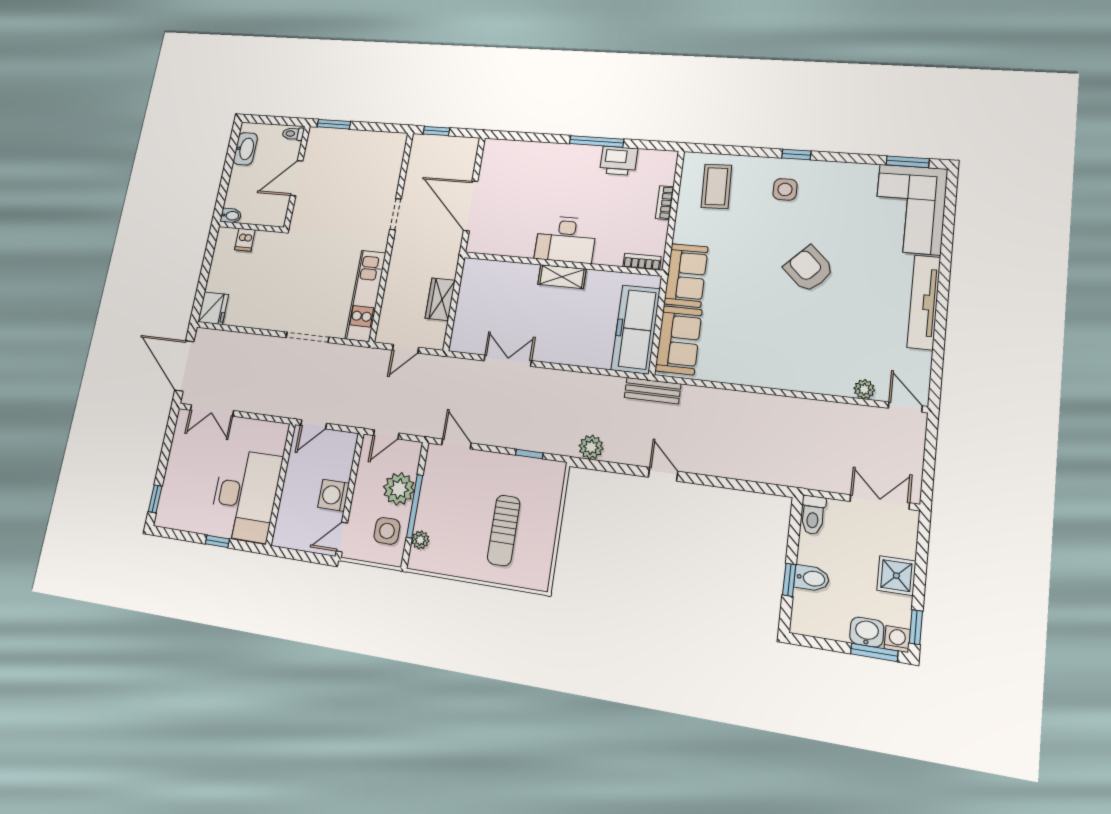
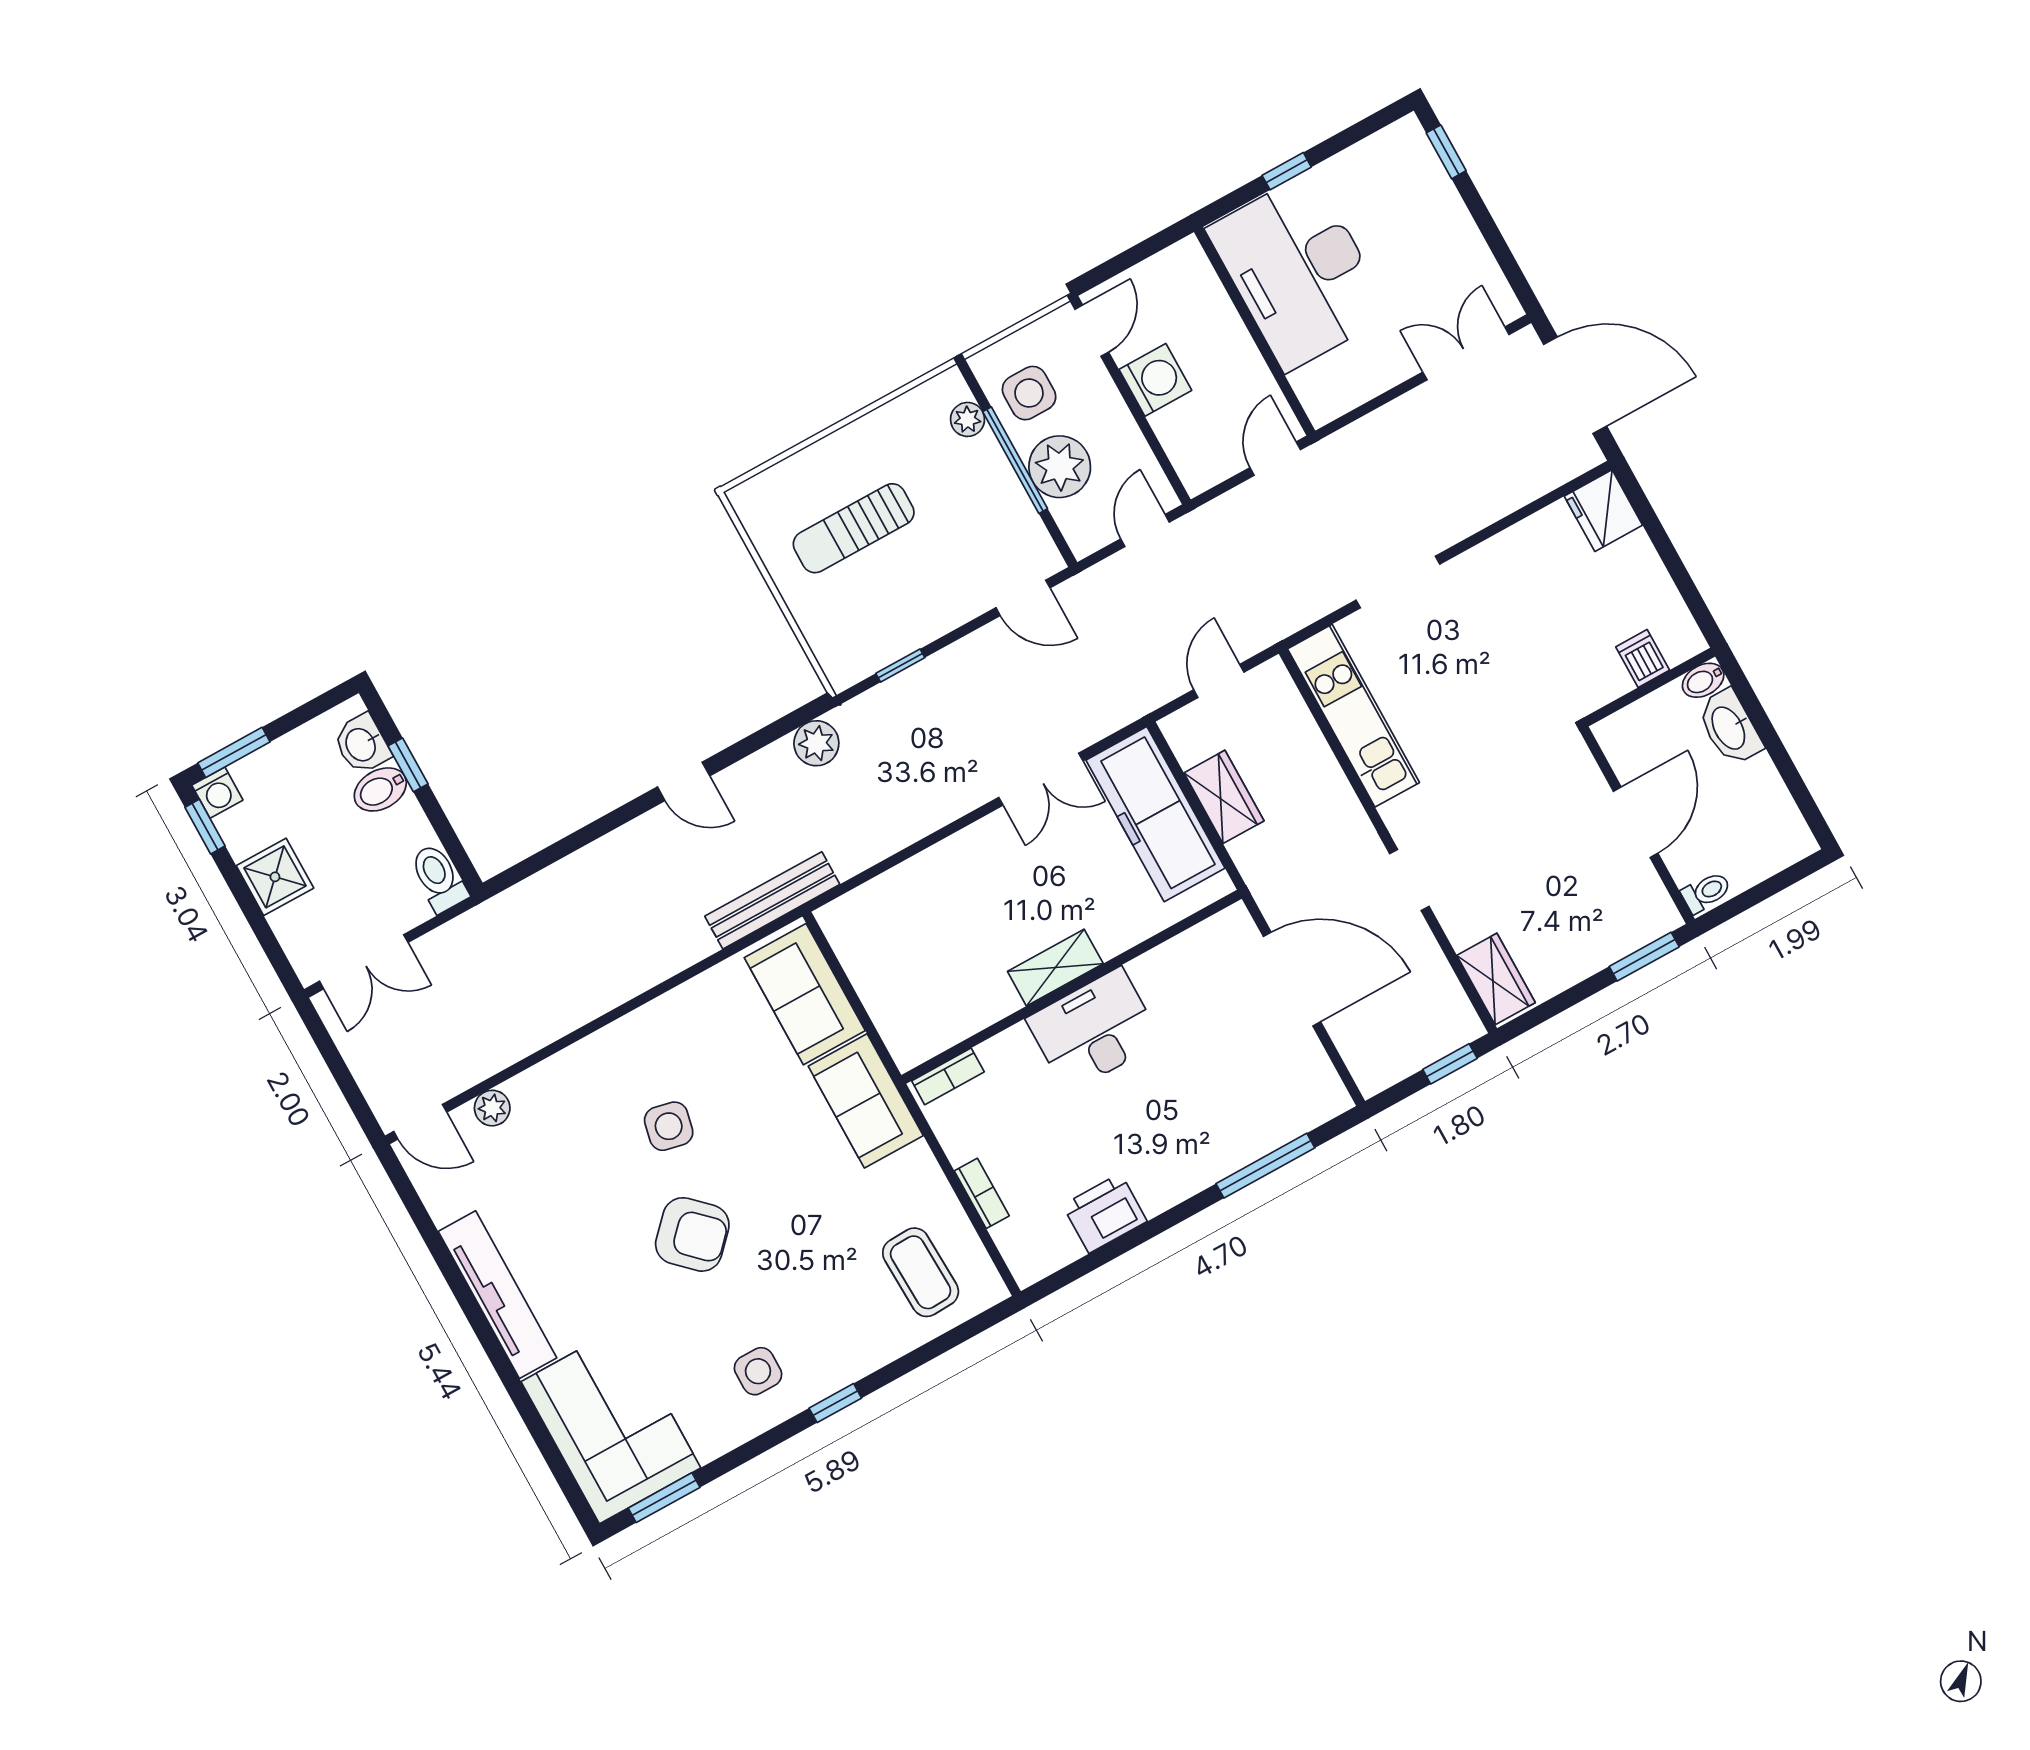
window: (597, 141) -> (1265, 1166), moved
washbasin: (245, 149) -> (1729, 727), moved
wardrobe: (394, 153) -> (1496, 979), added
side table: (785, 189) -> (758, 1371), moved
side table: (785, 324) -> (669, 1126), added
freezer: (636, 329) -> (1155, 814), moved, turned 180
bench: (653, 391) -> (772, 900), width x1.36
sun lounger: (504, 530) -> (854, 528), turned -90
washbasin: (867, 632) -> (362, 744), moved, turned 90

